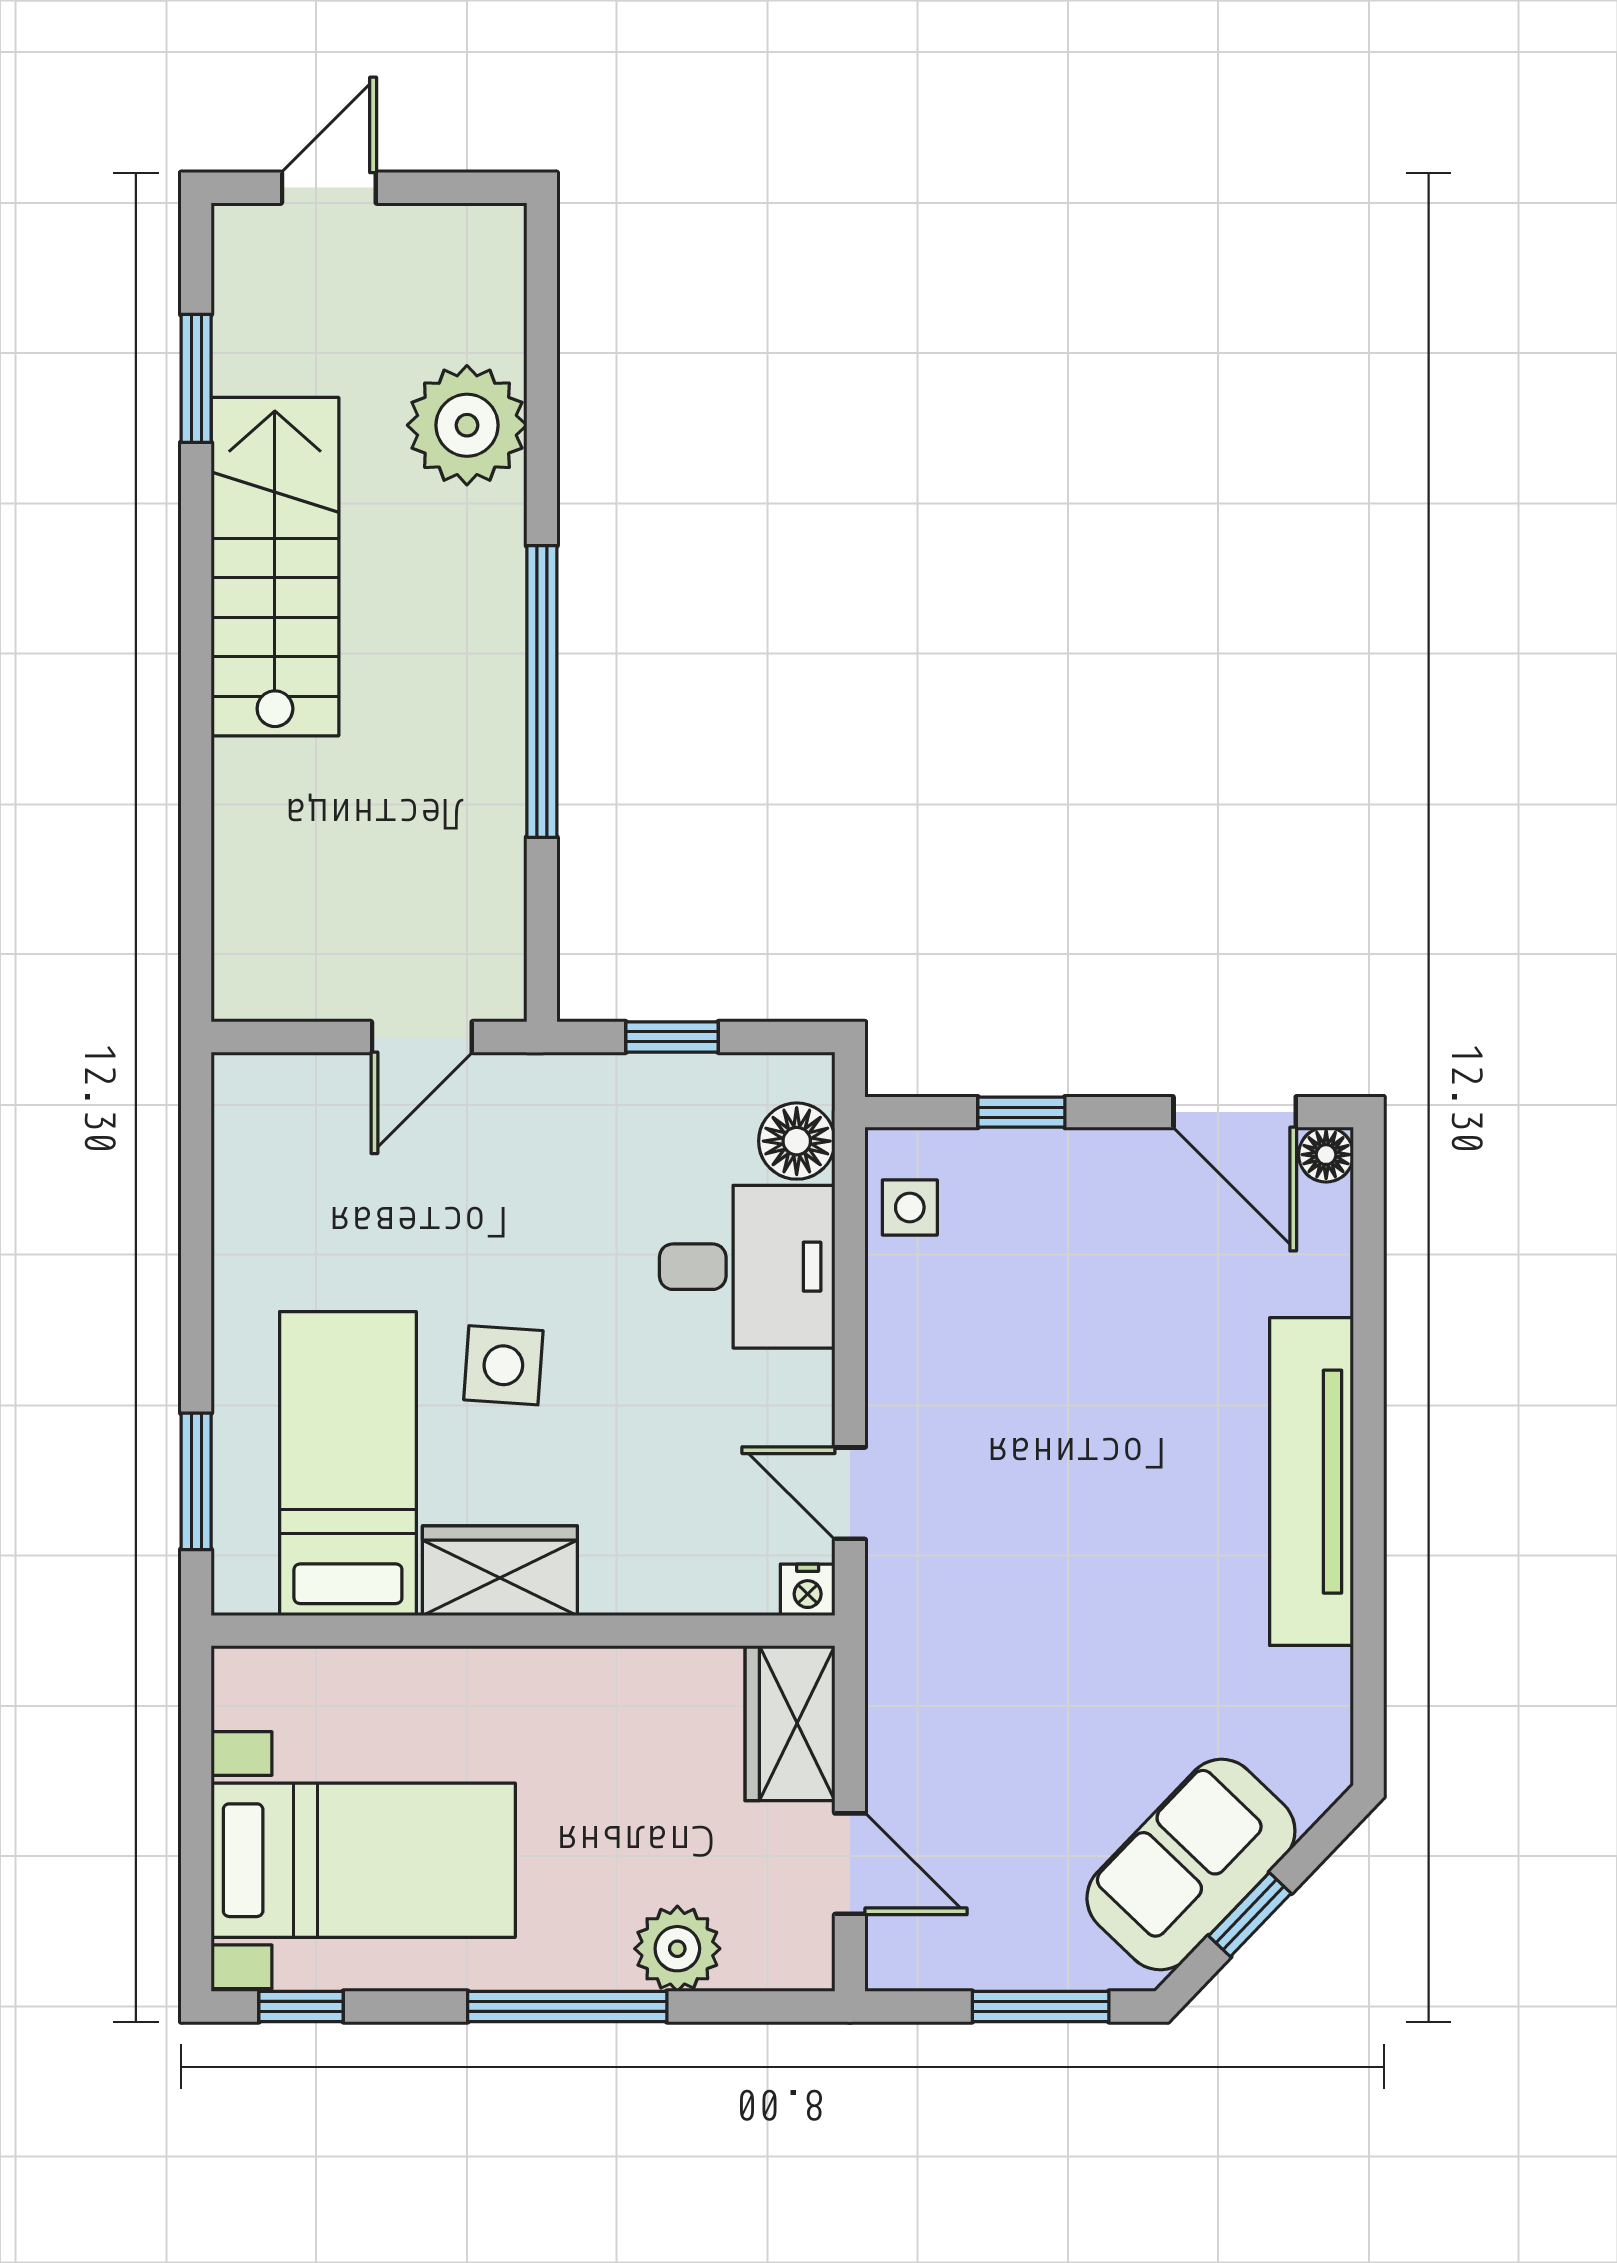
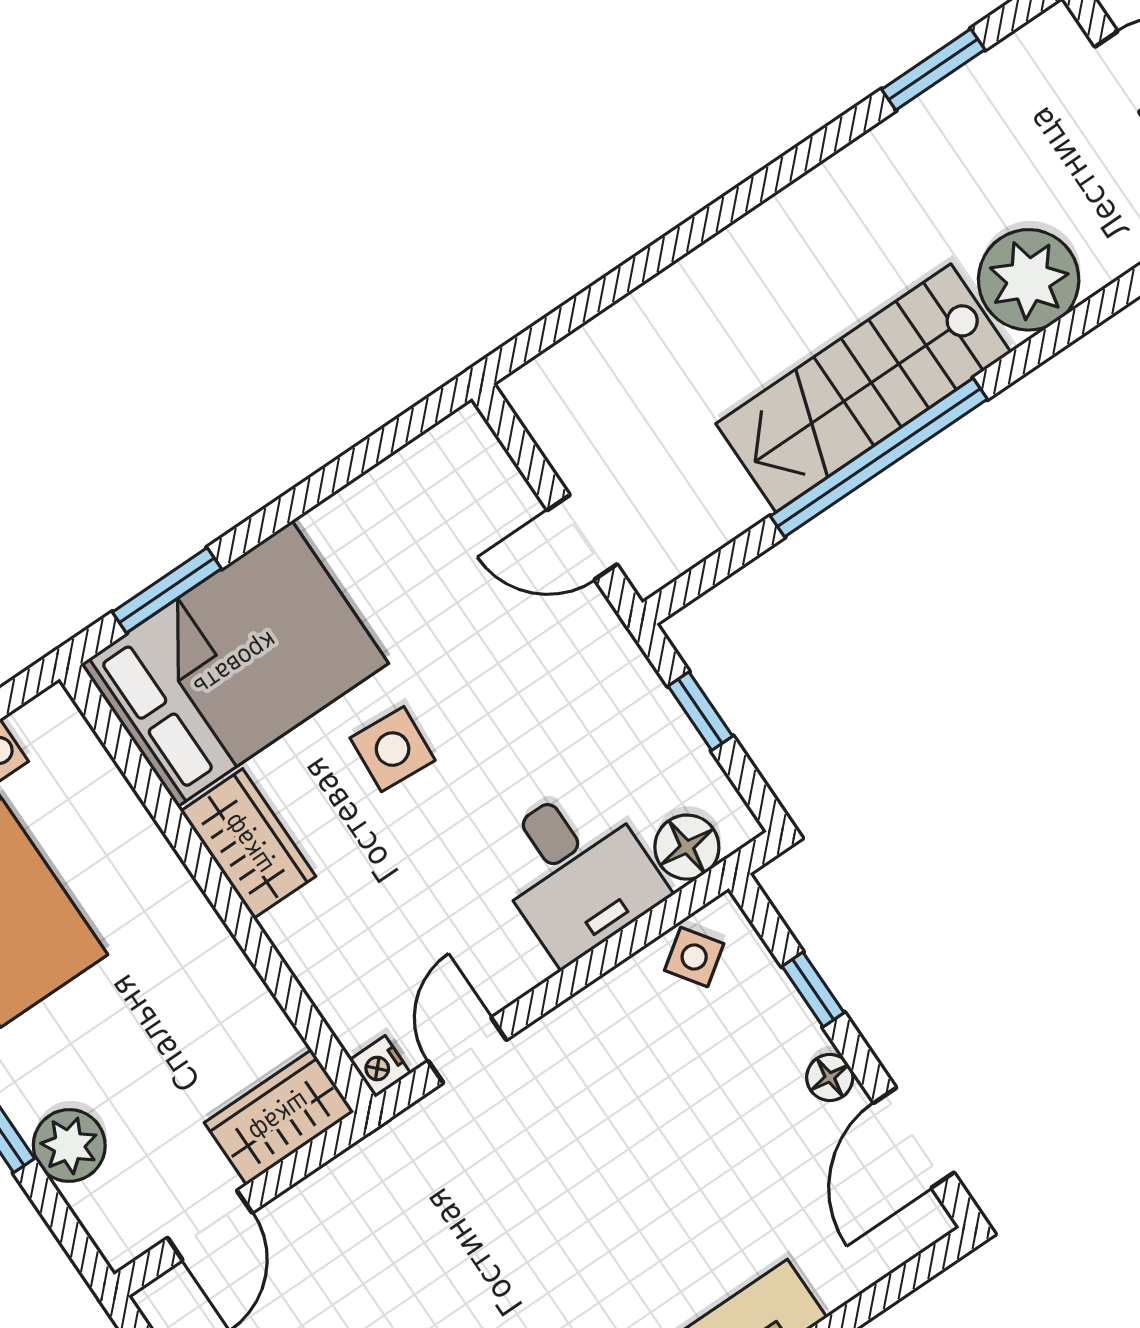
stairs: (275, 567) -> (863, 388), moved, turned 180
floor lamp: (1326, 1155) -> (830, 1077), moved
side table: (910, 1207) -> (694, 957), turned -35
bed: (348, 1464) -> (235, 664), width x1.50

